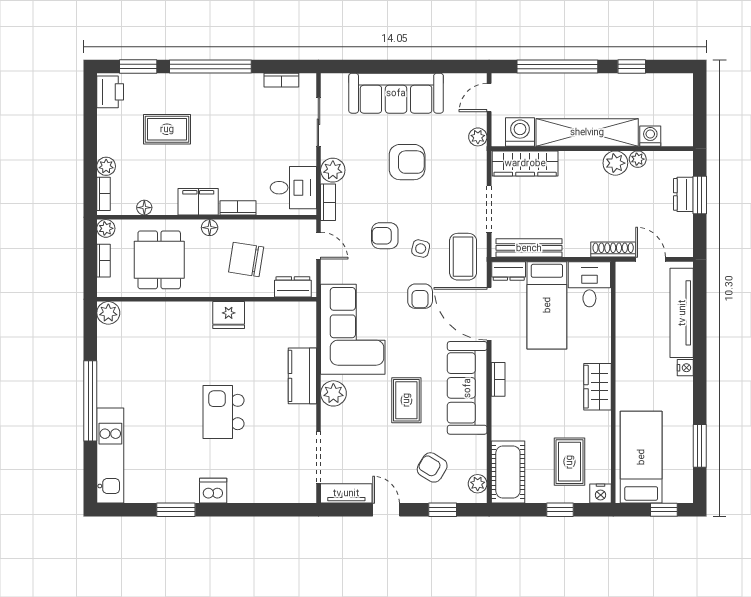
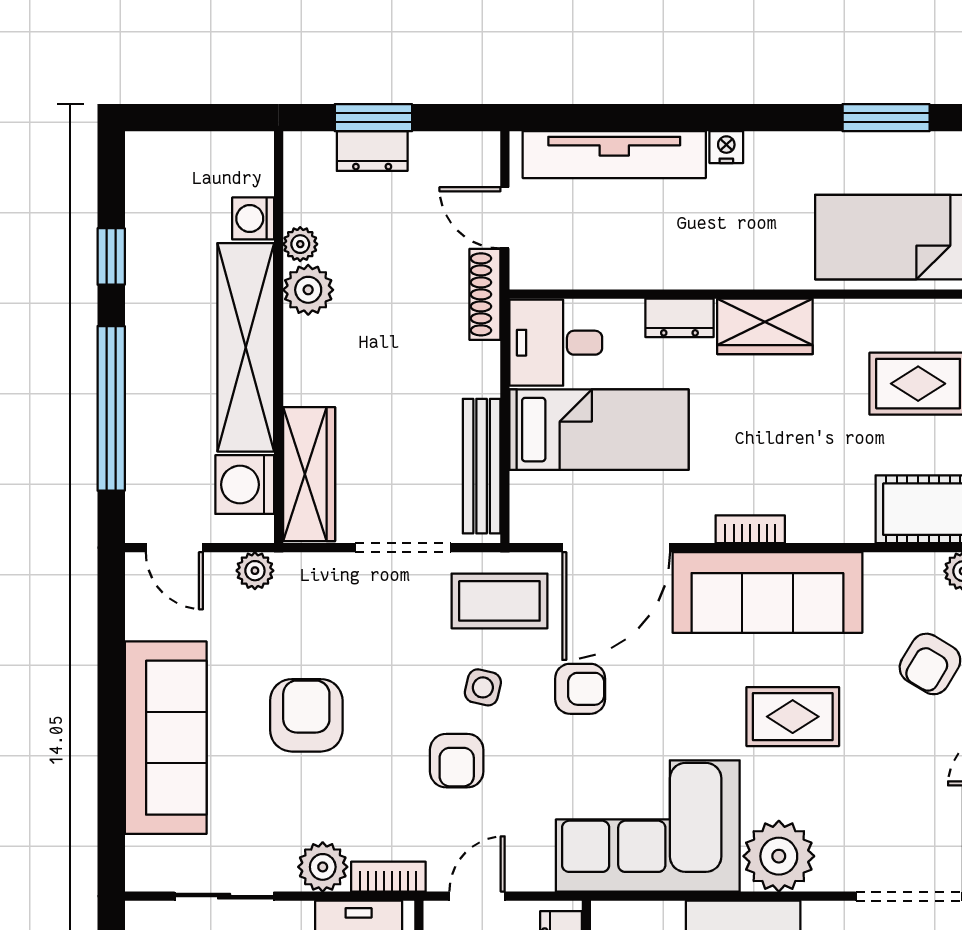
door: (651, 259) -> (505, 218), hinge flipped
dresser: (509, 271) -> (679, 318), moved, turned 90
plant: (333, 393) -> (779, 856), width x1.36, depth x1.36

